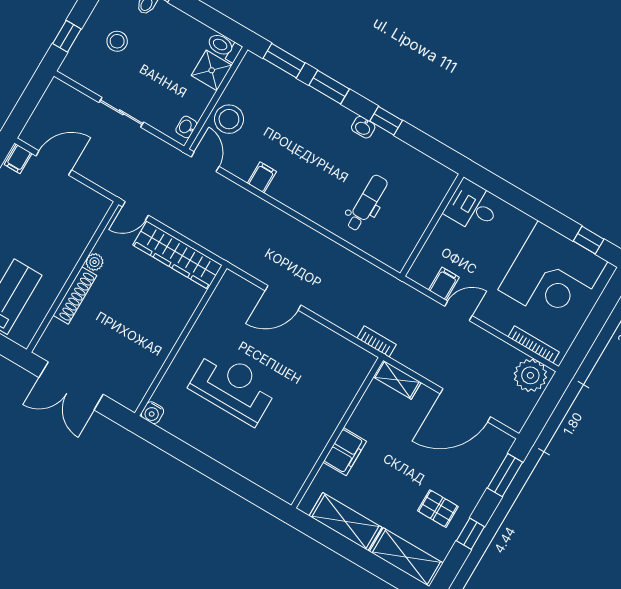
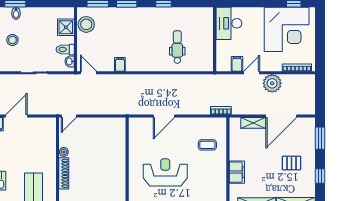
toilet: (224, 47) -> (65, 50), moved
stool: (229, 119) -> (86, 24), moved
washbasin: (363, 127) -> (154, 12), removed
desk: (473, 207) -> (229, 23), width x1.37
wardrobe: (177, 255) -> (101, 125), removed
plant: (530, 375) -> (272, 83), moved
shelving: (397, 380) -> (253, 123), moved
coffee table: (324, 382) -> (207, 145), added
pallet: (438, 509) -> (291, 163), moved

